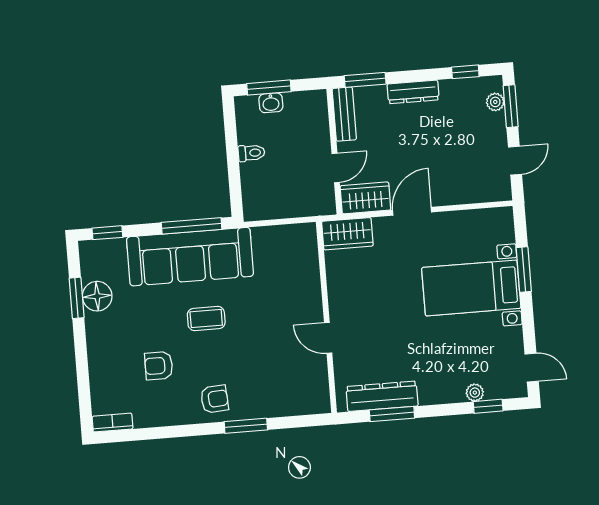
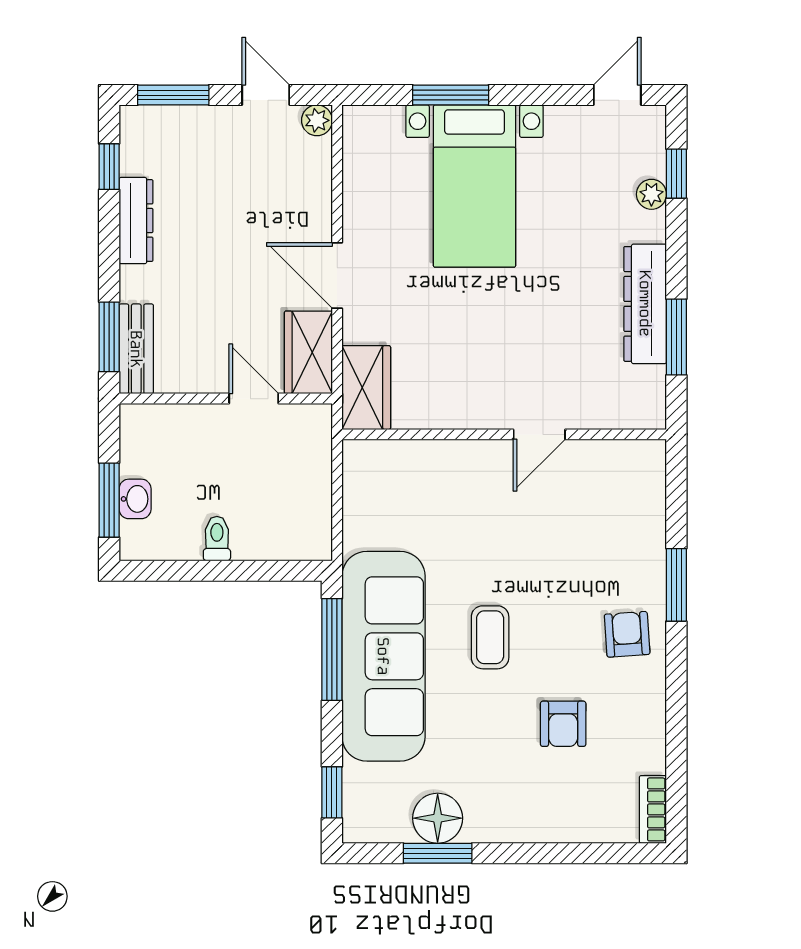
dresser: (413, 92) -> (136, 221), moved
plant: (495, 102) -> (317, 120), moved
bench: (344, 114) -> (136, 349), moved, turned 90
dresser: (382, 396) -> (645, 304), moved

